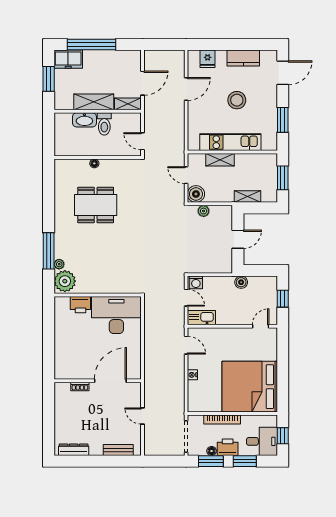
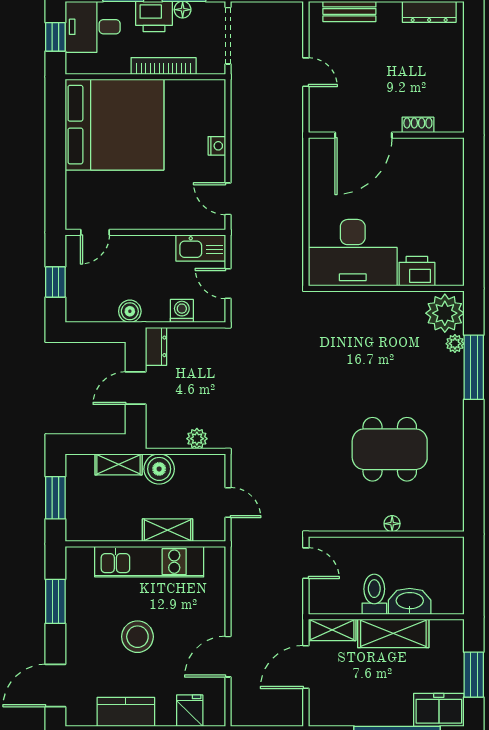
boiler: (196, 194) -> (159, 469), moved
dresser: (226, 263) -> (156, 346), added
washing machine: (196, 282) -> (182, 311), moved

